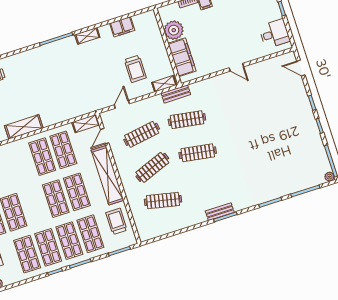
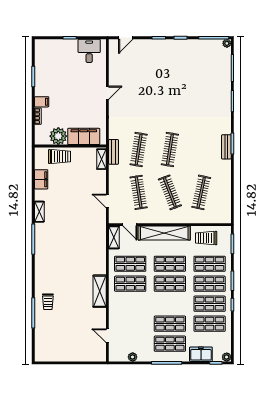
trolley: (135, 69) -> (60, 157), moved

